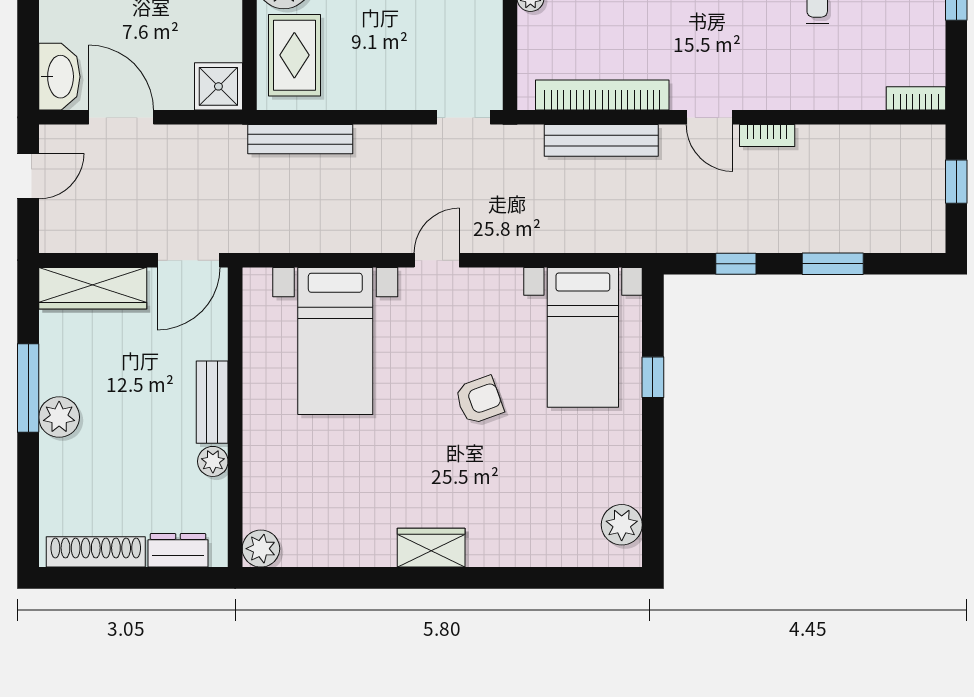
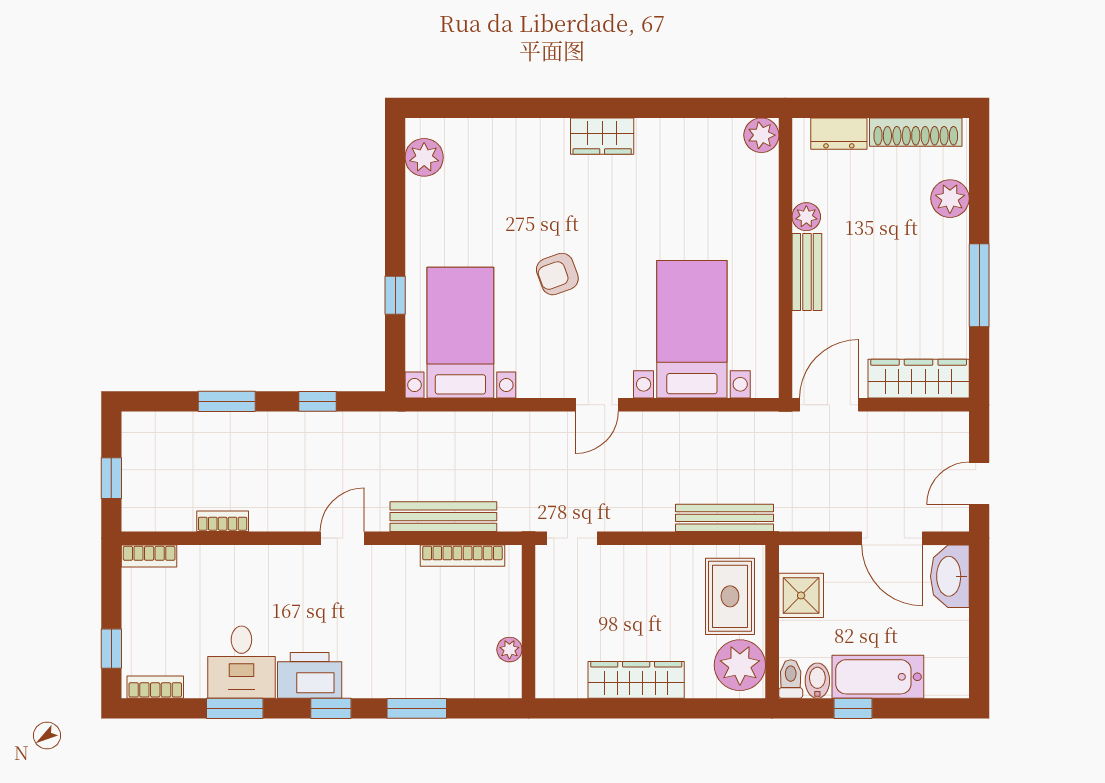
shower: (218, 86) -> (801, 595), moved
bookcase: (602, 95) -> (462, 556), width x0.68, depth x0.76
door: (709, 117) -> (342, 538), hinge flipped
bookcase: (767, 136) -> (223, 521), moved
plant: (59, 417) -> (950, 199), moved

